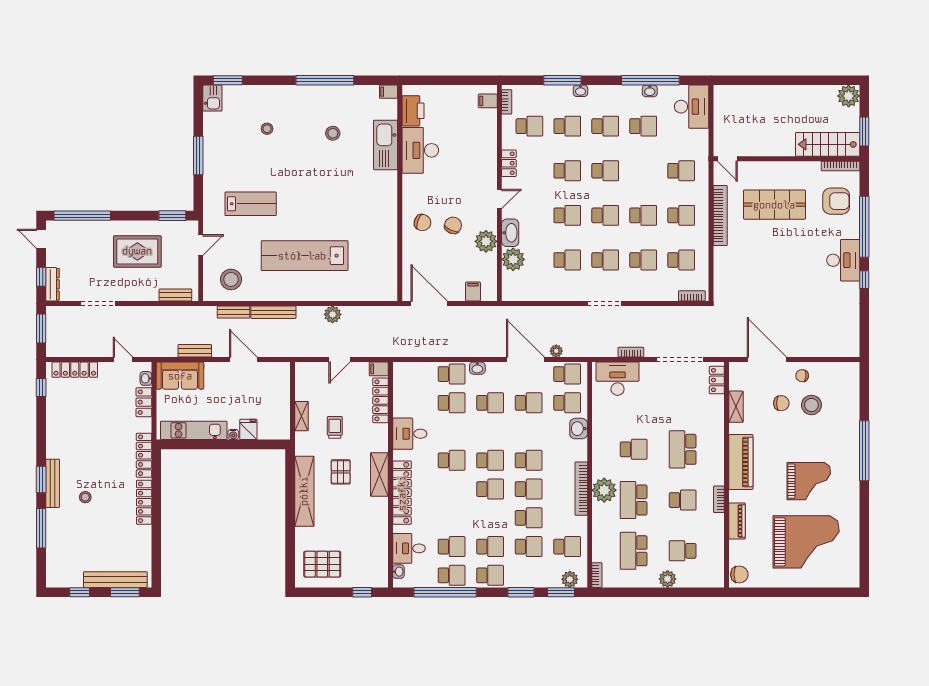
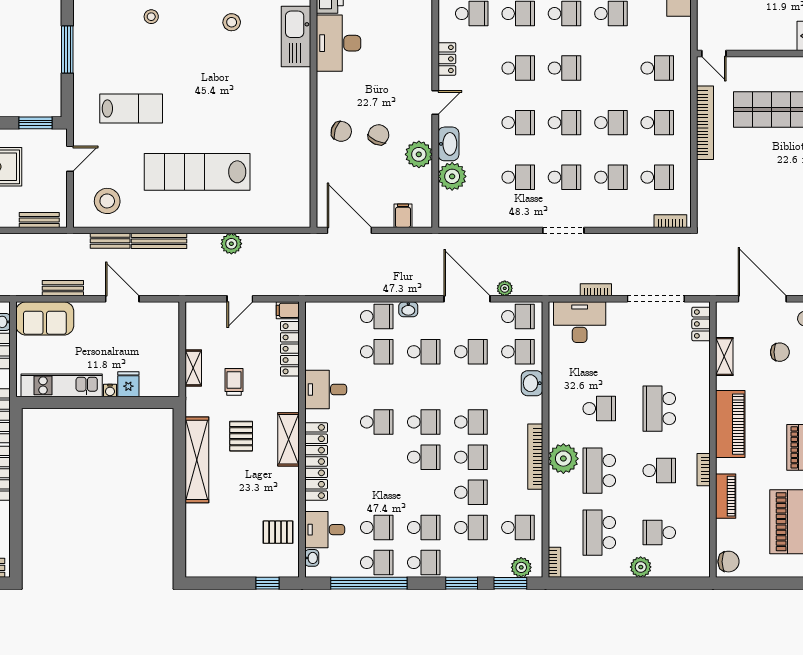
pallet: (322, 564) -> (278, 532), moved, width x0.67, depth x0.71

